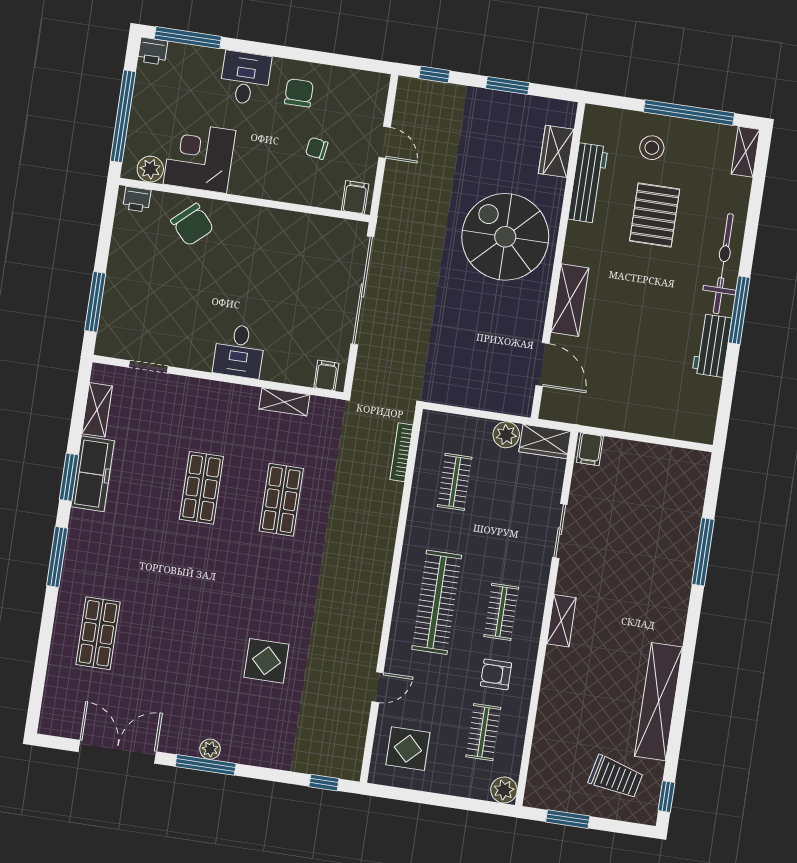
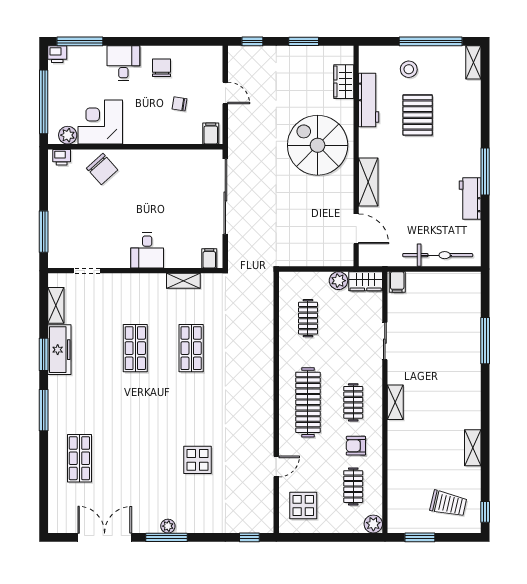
bicycle: (723, 264) -> (438, 255), moved, turned 90
bookcase: (402, 452) -> (269, 303), removed
shelving: (659, 702) -> (473, 448), width x0.45, depth x0.75

